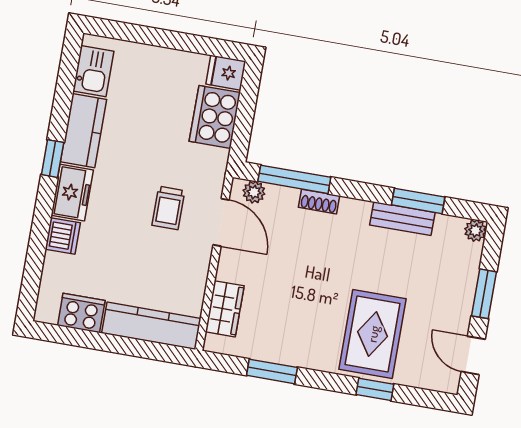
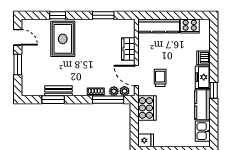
cooker: (215, 117) -> (147, 108), moved
plant: (475, 230) -> (114, 91), moved
wardrobe: (225, 309) -> (128, 49), moved

